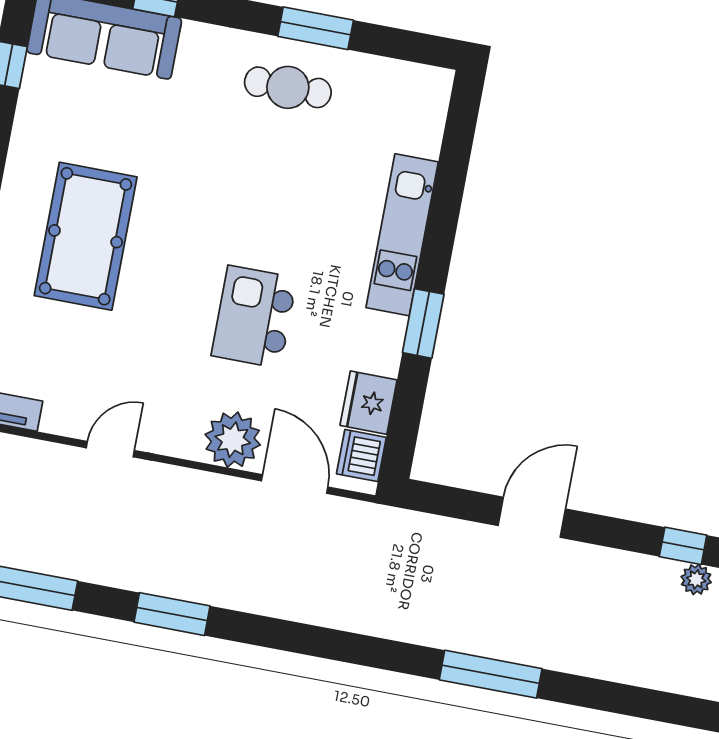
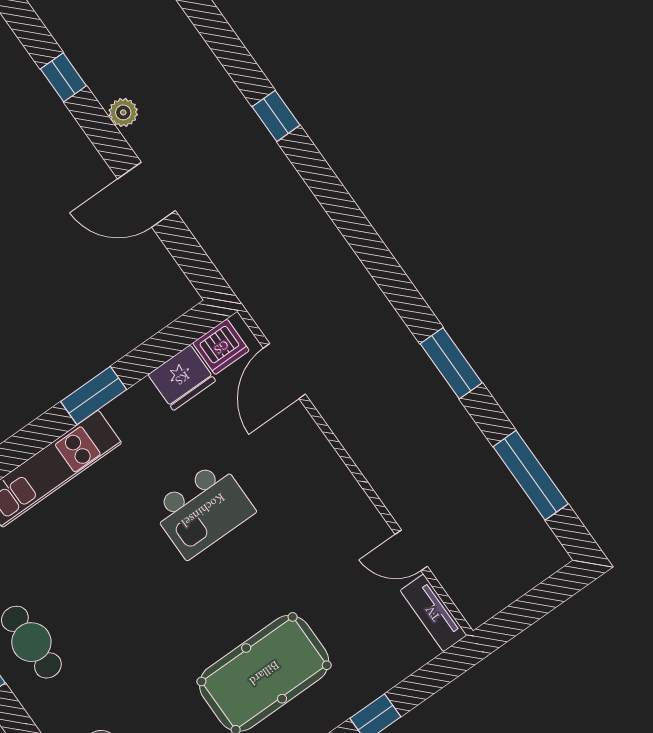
plant: (233, 440) -> (297, 441), removed
door: (110, 449) -> (411, 550), moved
plant: (696, 579) -> (123, 112), moved
window: (491, 674) -> (276, 116), width x0.46

